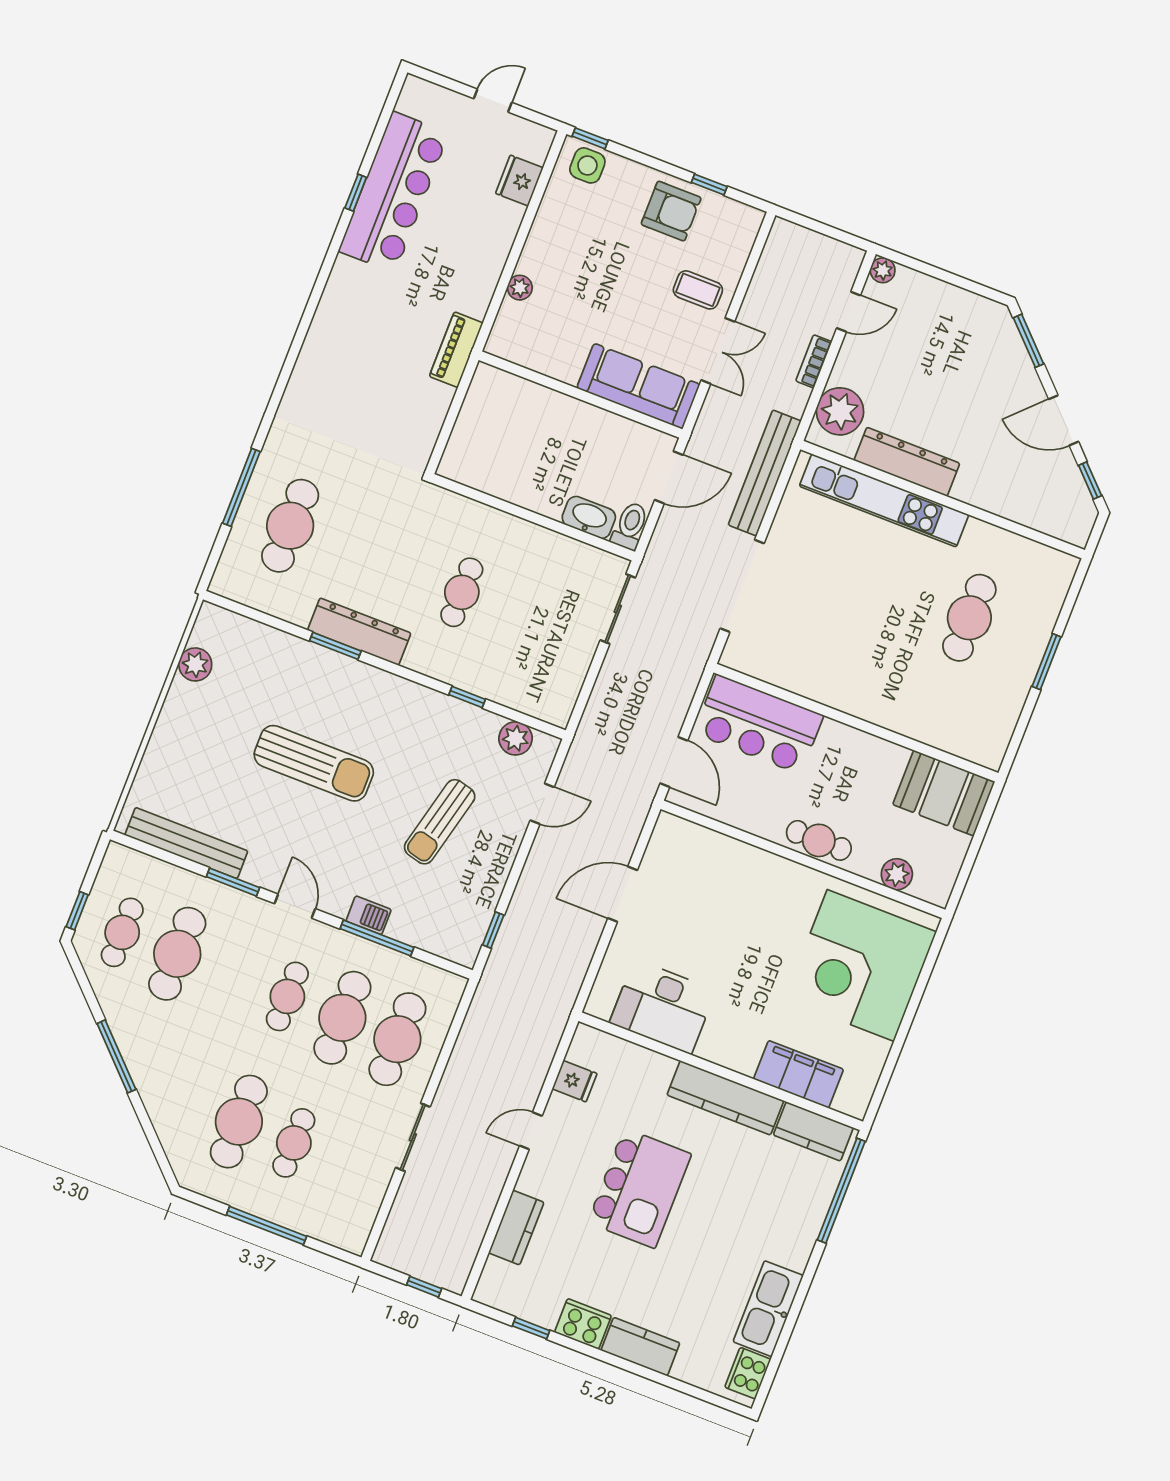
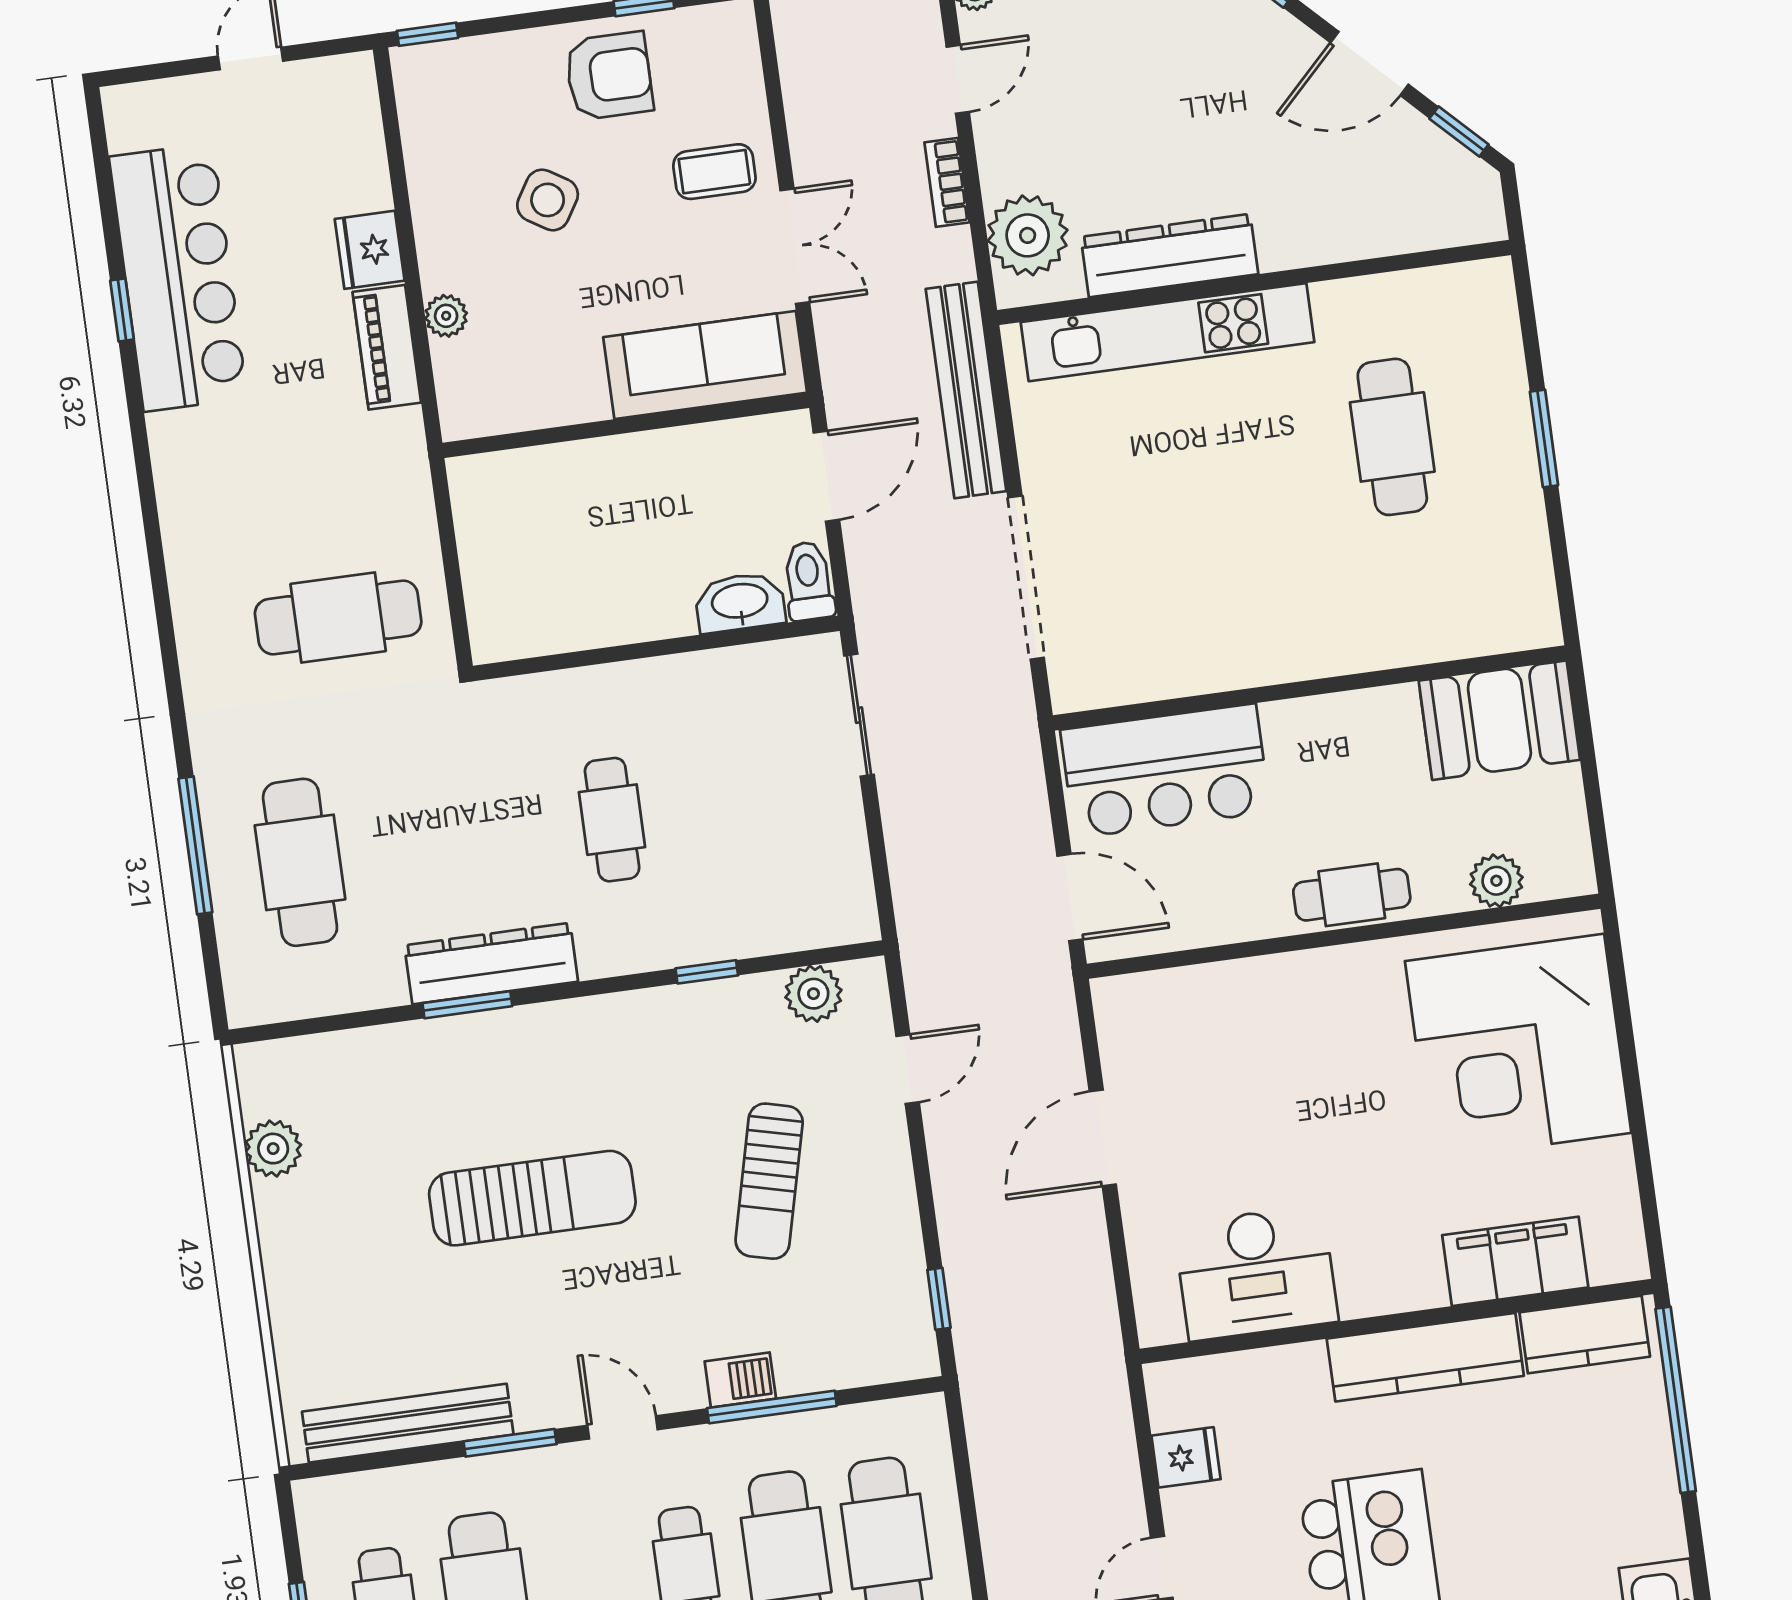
side table: (587, 165) -> (548, 200), moved, turned 32
fridge: (519, 181) -> (370, 250), moved
piano: (456, 350) -> (387, 347), moved
cafe table: (379, 411) -> (338, 617), added

